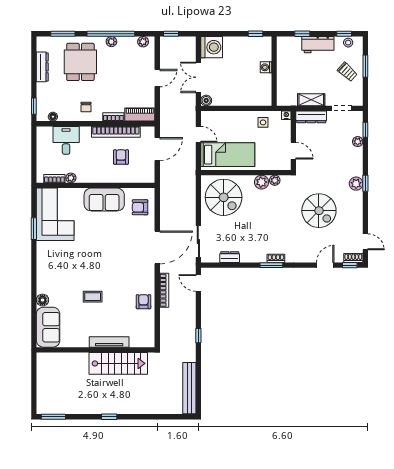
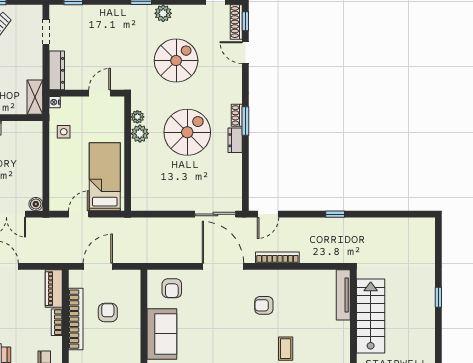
shelving: (311, 100) -> (35, 97), moved
plant: (358, 142) -> (88, 11), removed
door: (157, 149) -> (98, 266), hinge flipped
armchair: (121, 157) -> (108, 312), turned 90
plant: (356, 184) -> (163, 13), moved
spiral stairs: (224, 197) -> (187, 132), moved
dresser: (230, 257) -> (235, 140), moved
shoe rack: (353, 258) -> (236, 22), width x1.43
armchair: (143, 302) -> (264, 305), moved
tv unit: (109, 342) -> (343, 295), moved
bench: (189, 388) -> (402, 226), removed
window: (109, 417) -> (438, 297), moved

